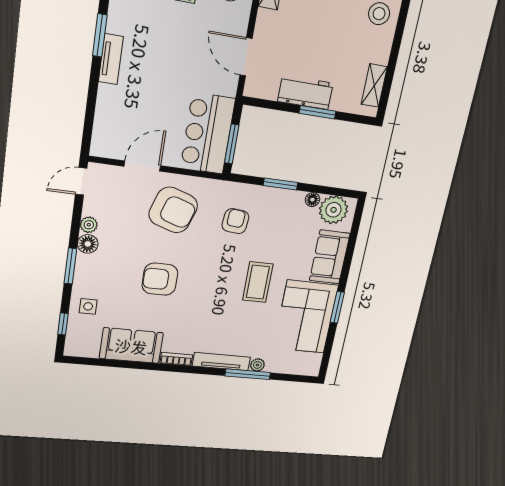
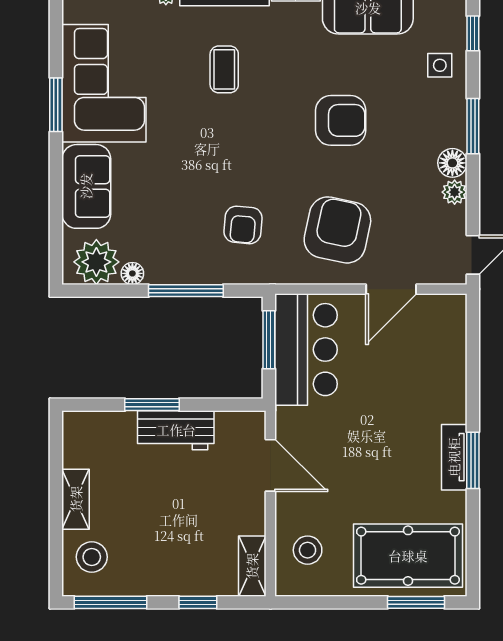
tv unit: (111, 59) -> (454, 457), moved
shelving: (374, 86) -> (76, 499), moved
window: (280, 184) -> (186, 291), width x1.44
armchair: (173, 210) -> (337, 230), turned 84
coffee table: (258, 282) -> (224, 69), moved, width x0.73, depth x0.77

